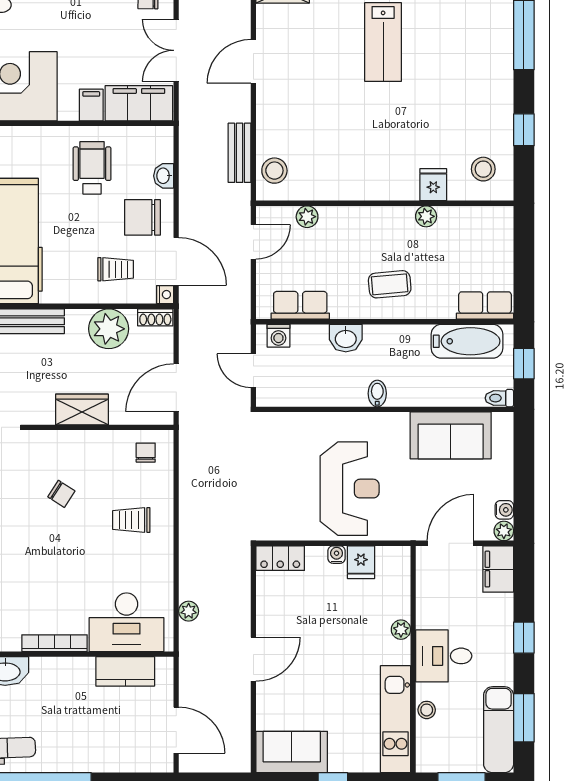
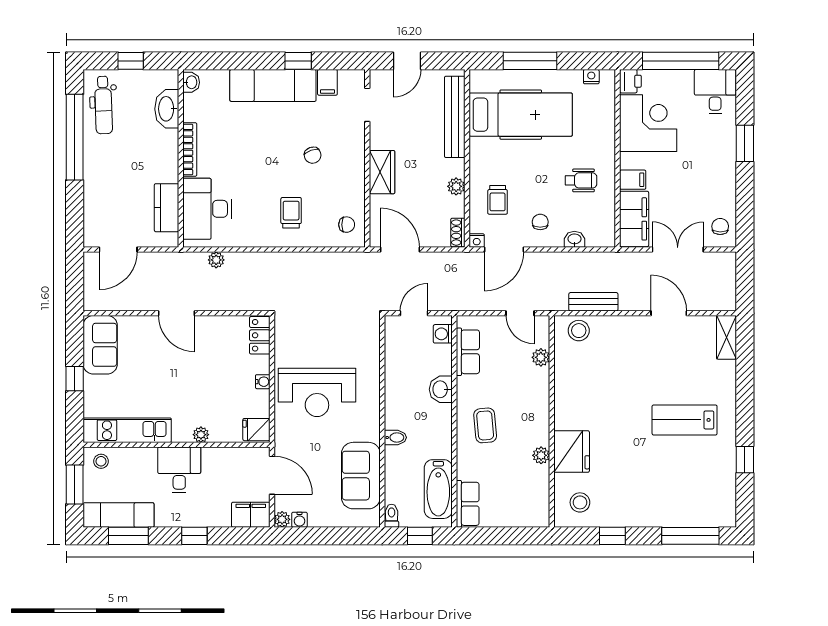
wheelchair: (92, 168) -> (581, 180), width x0.73, depth x0.73
fridge: (433, 185) -> (572, 451), width x1.88, depth x1.34
chair: (143, 217) -> (540, 222), width x0.54, depth x0.54
plant: (109, 329) -> (456, 186), width x0.53, depth x0.53
bidet: (377, 393) -> (395, 437), moved
chair: (61, 494) -> (313, 155), turned -52
fridge: (361, 562) -> (256, 430), moved
stool: (427, 710) -> (101, 461), moved

